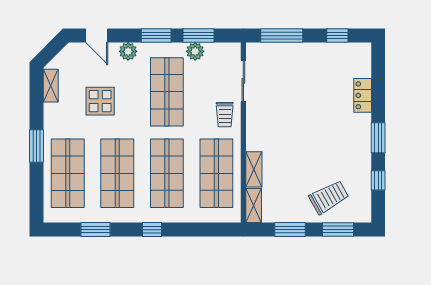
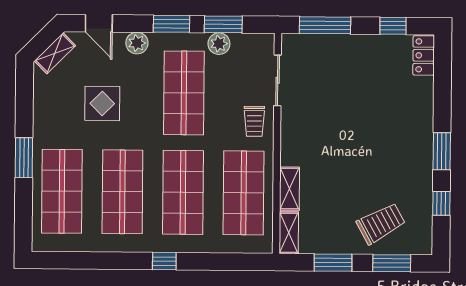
shelving: (51, 86) -> (55, 53), moved, turned 45
locker: (363, 95) -> (424, 55), moved
window: (96, 230) -> (95, 260), removed

